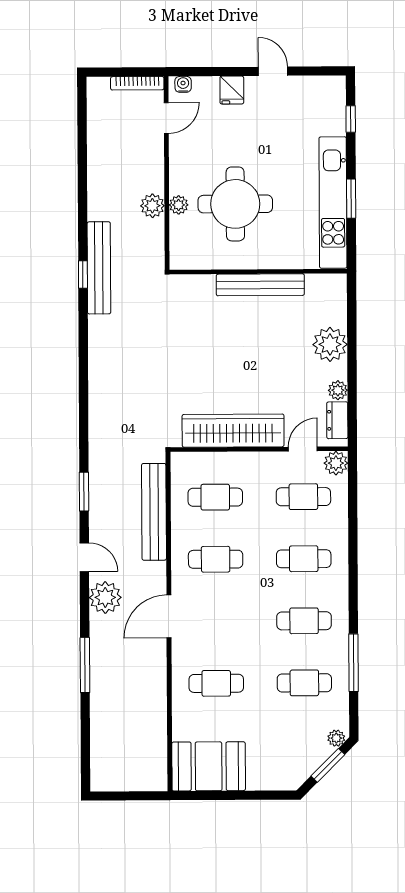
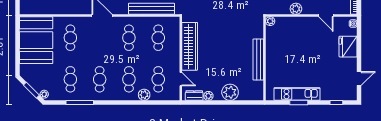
door: (273, 71) -> (359, 79), moved
fridge: (232, 90) -> (348, 47), width x1.88, depth x1.34
door: (166, 118) -> (326, 16), moved
kitchen unit: (333, 203) -> (297, 94), width x0.73
round table: (235, 204) -> (297, 48), removed
plant: (179, 205) -> (270, 21), moved
plant: (336, 463) -> (144, 95), moved
booth: (209, 766) -> (36, 40), width x1.36, depth x1.42

